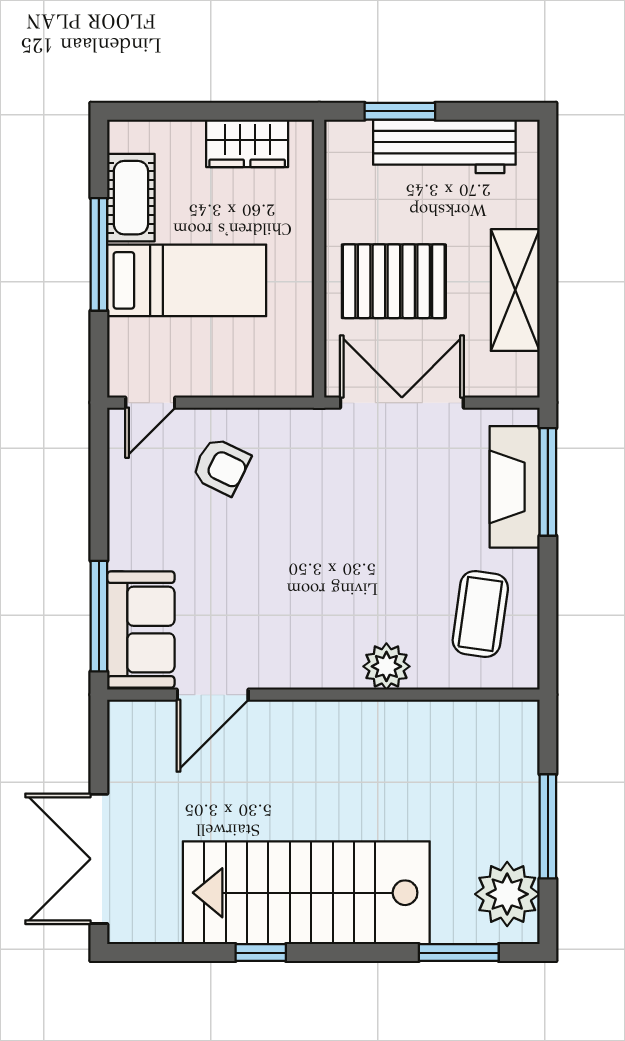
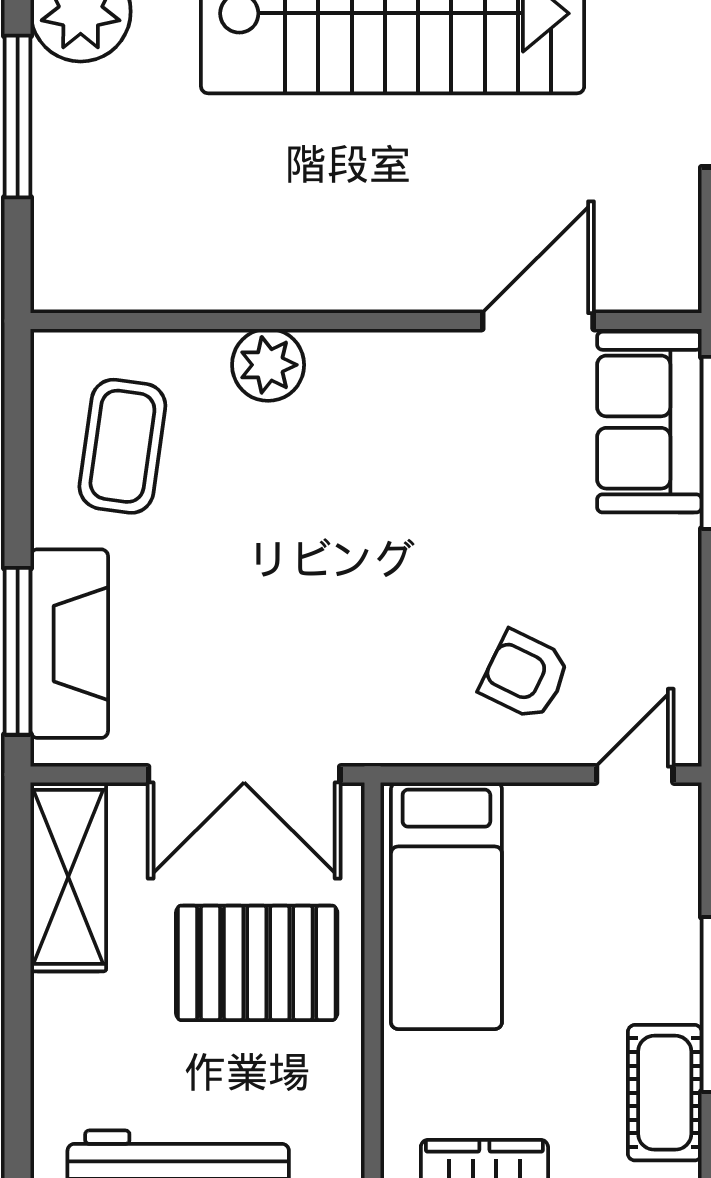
bed: (187, 280) -> (446, 906), moved, turned -90
shelving: (515, 290) -> (68, 877), moved

